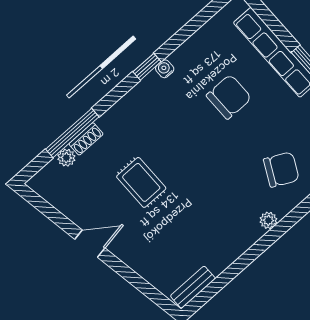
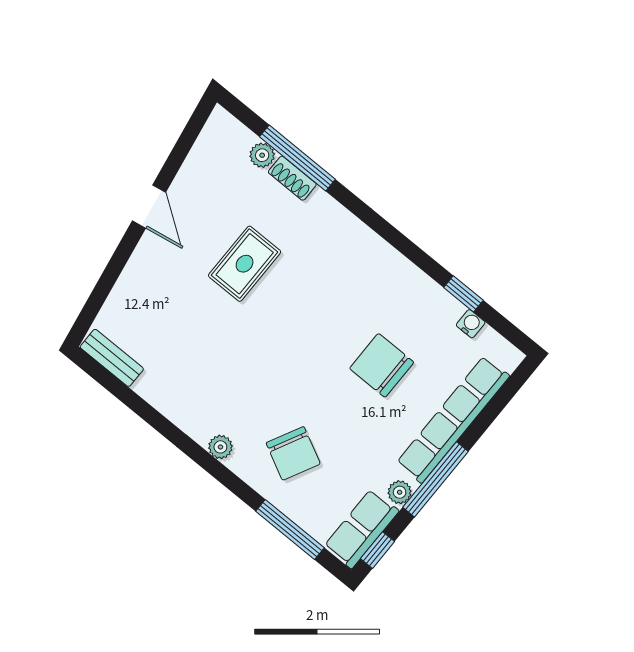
window: (147, 67) -> (463, 294), moved
water cooler: (165, 69) -> (471, 324), moved
chair: (229, 97) -> (382, 365), turned 180

